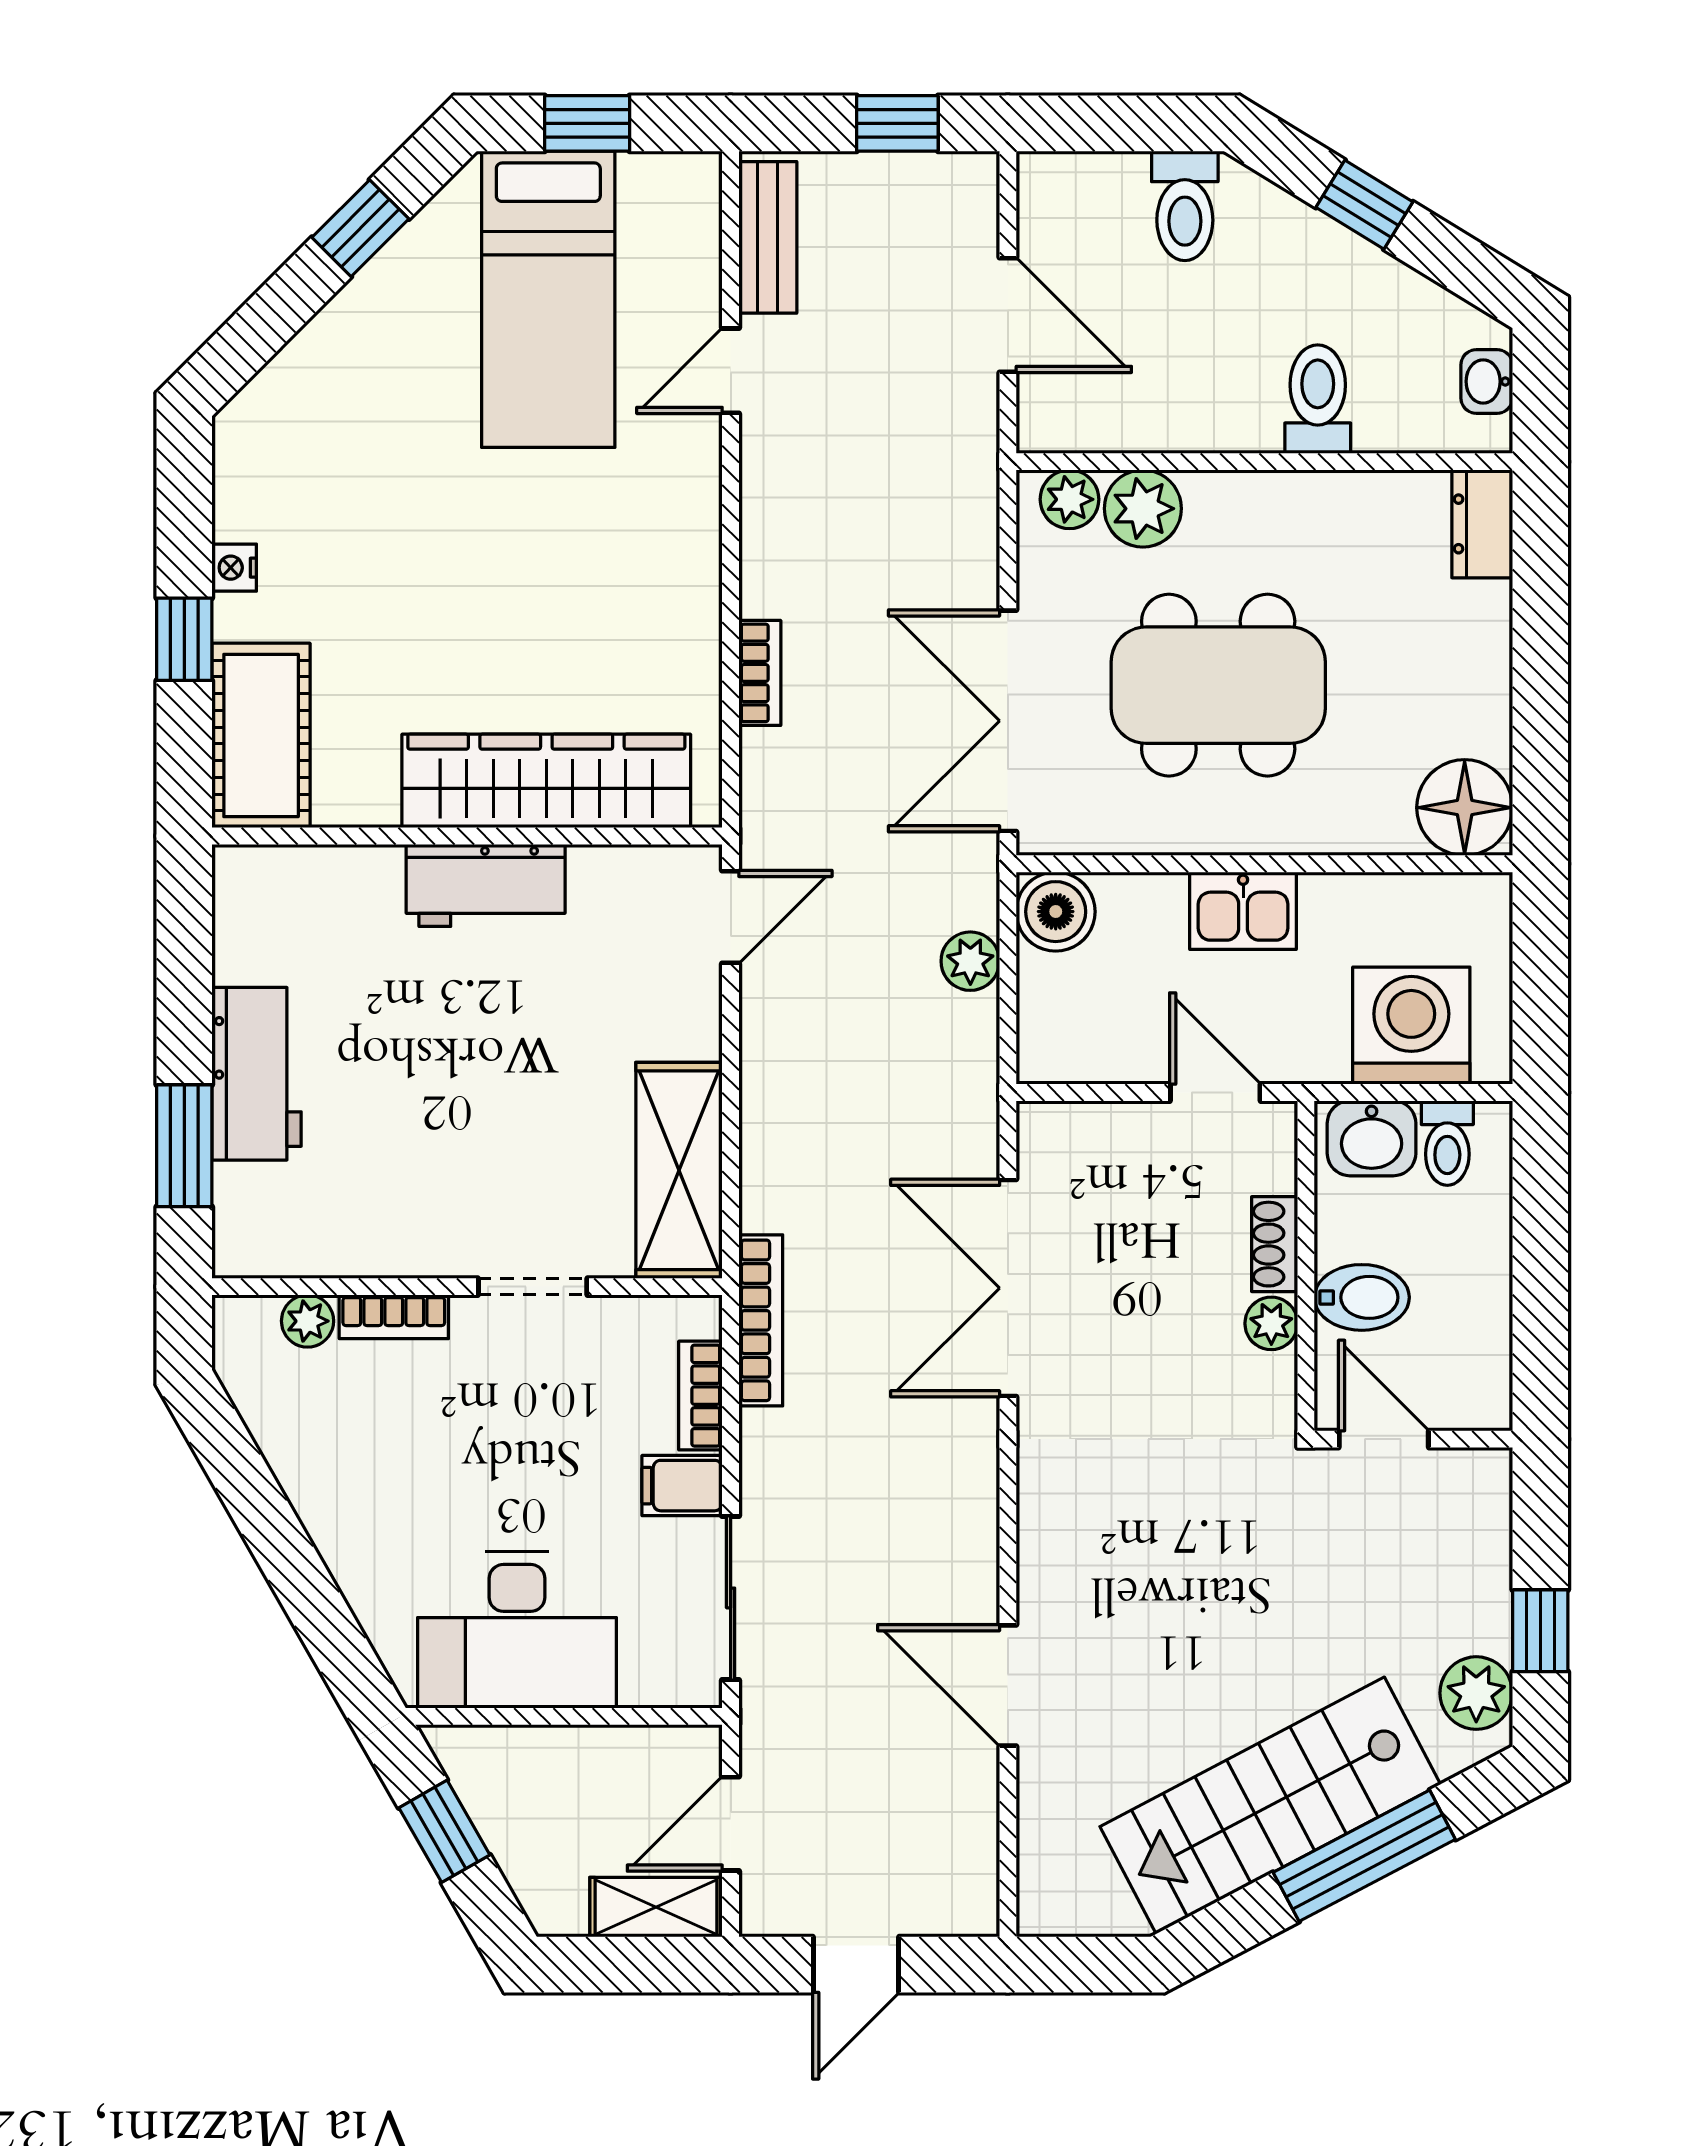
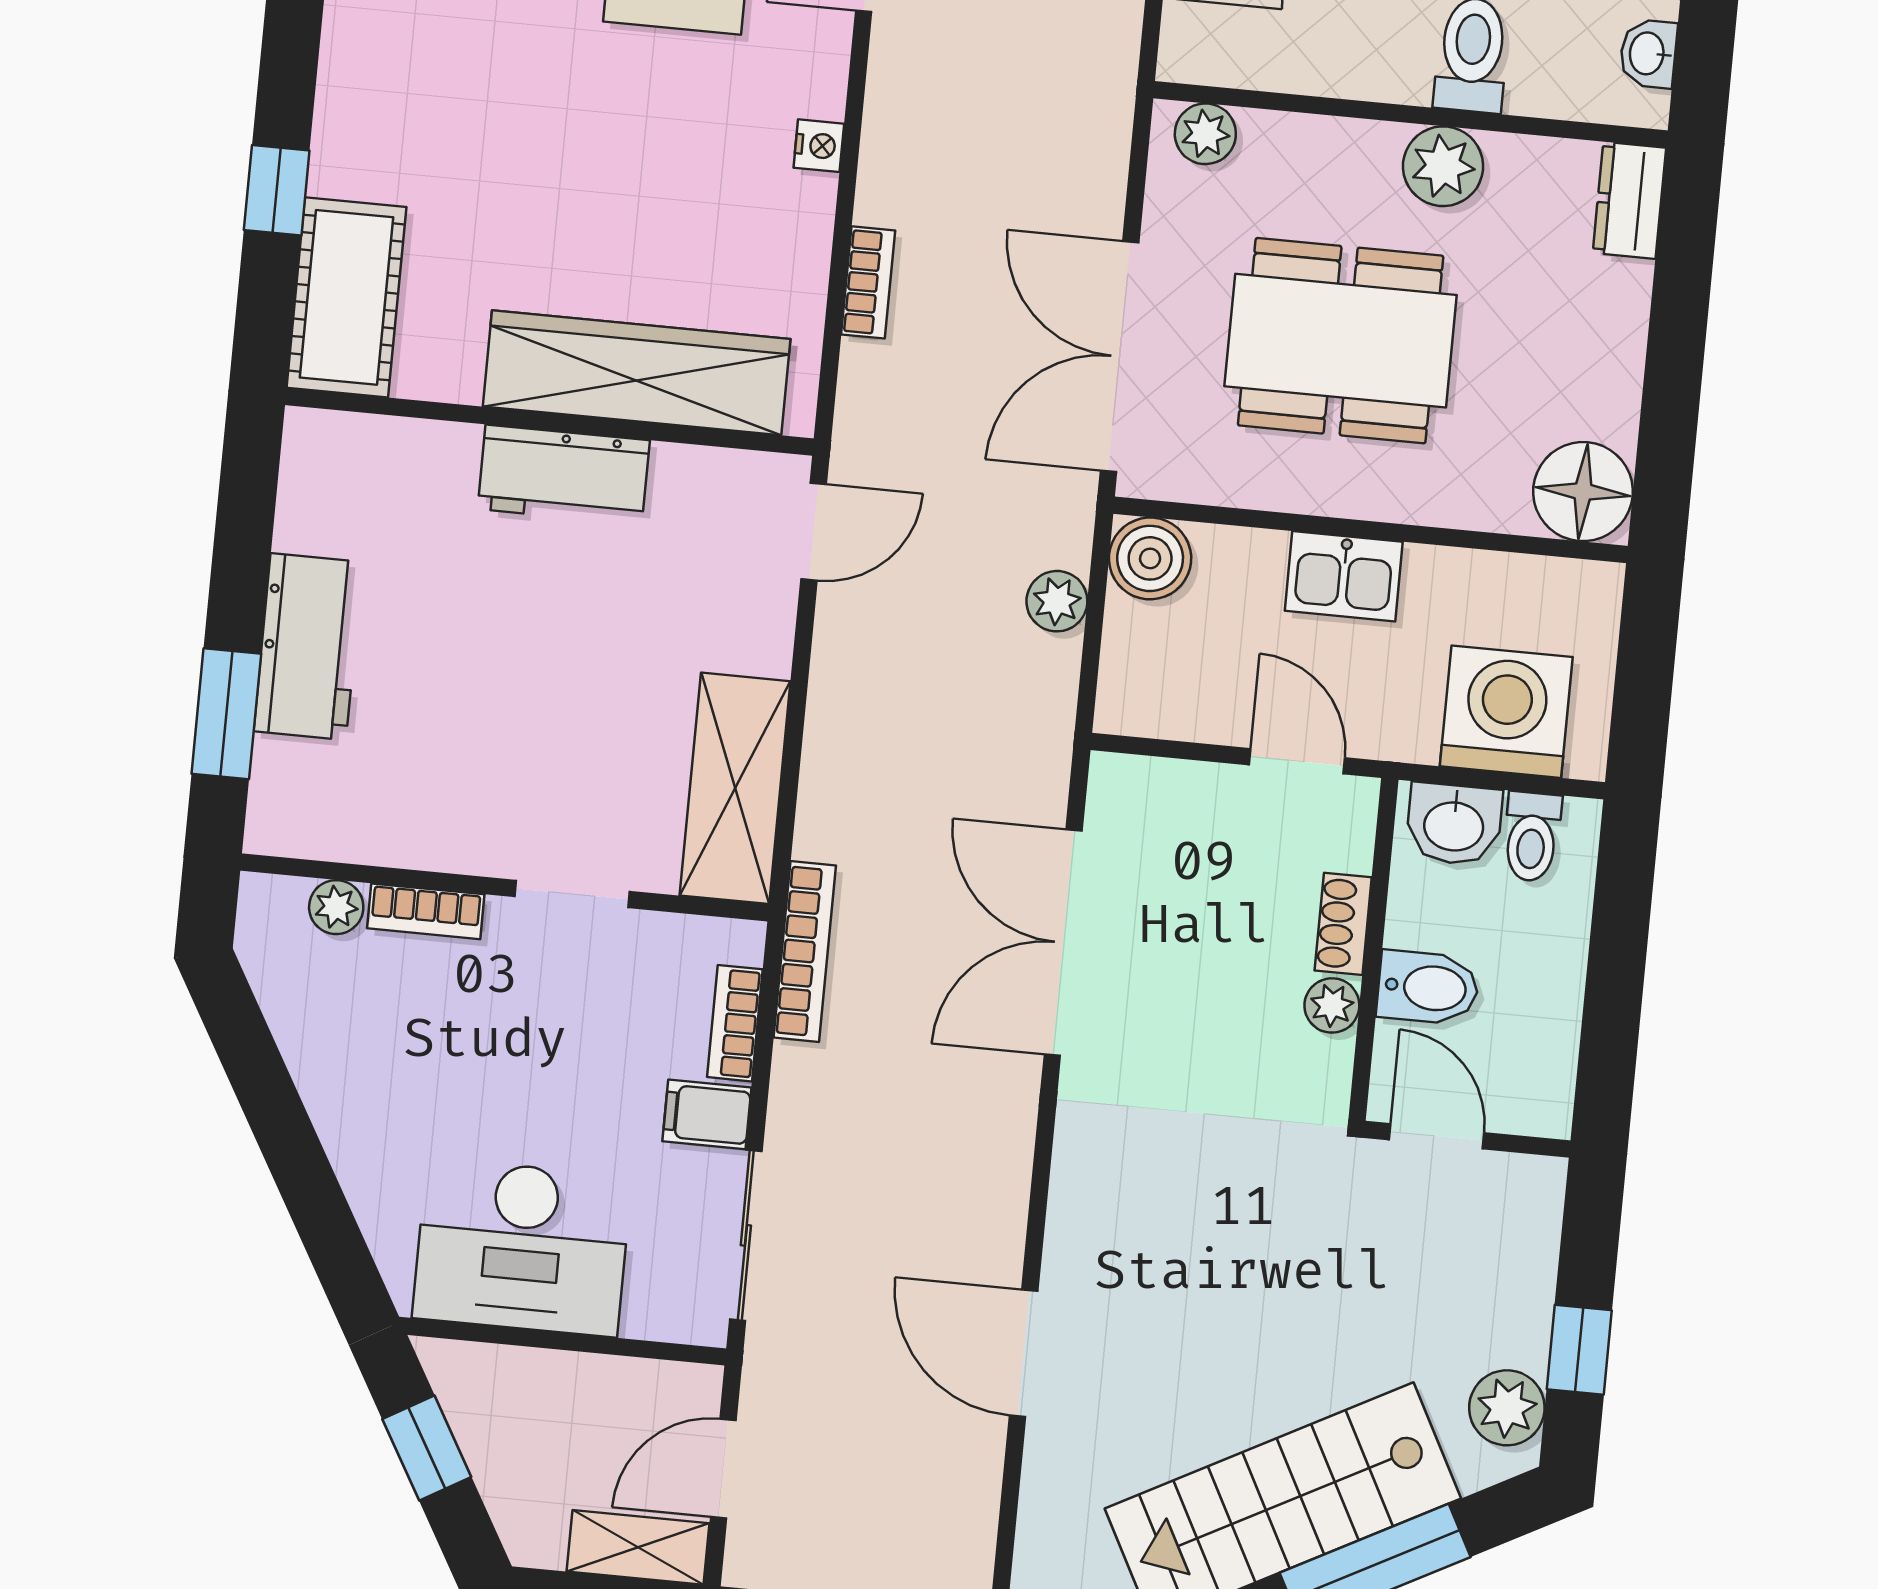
plant: (1143, 509) -> (1443, 166), moved
nightstand: (234, 568) -> (819, 146), moved, turned 180

